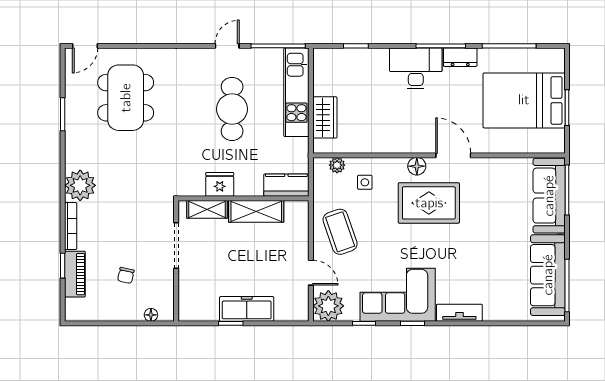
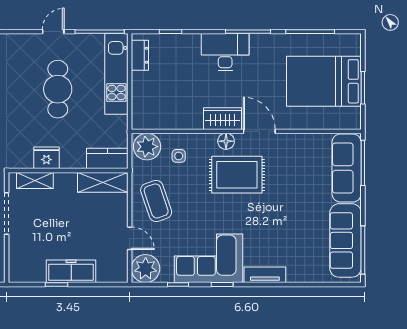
dresser: (460, 57) -> (140, 55), moved, turned -90
wardrobe: (325, 117) -> (223, 119), moved, turned -90
plant: (337, 165) -> (147, 147), width x1.88, depth x1.88
shelving: (256, 211) -> (103, 182), moved

